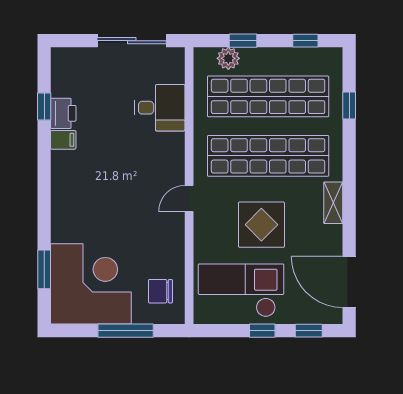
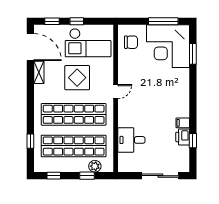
sliding door: (132, 41) -> (160, 176), moved
shelving: (333, 203) -> (39, 72), moved
window: (126, 331) -> (163, 21), moved

